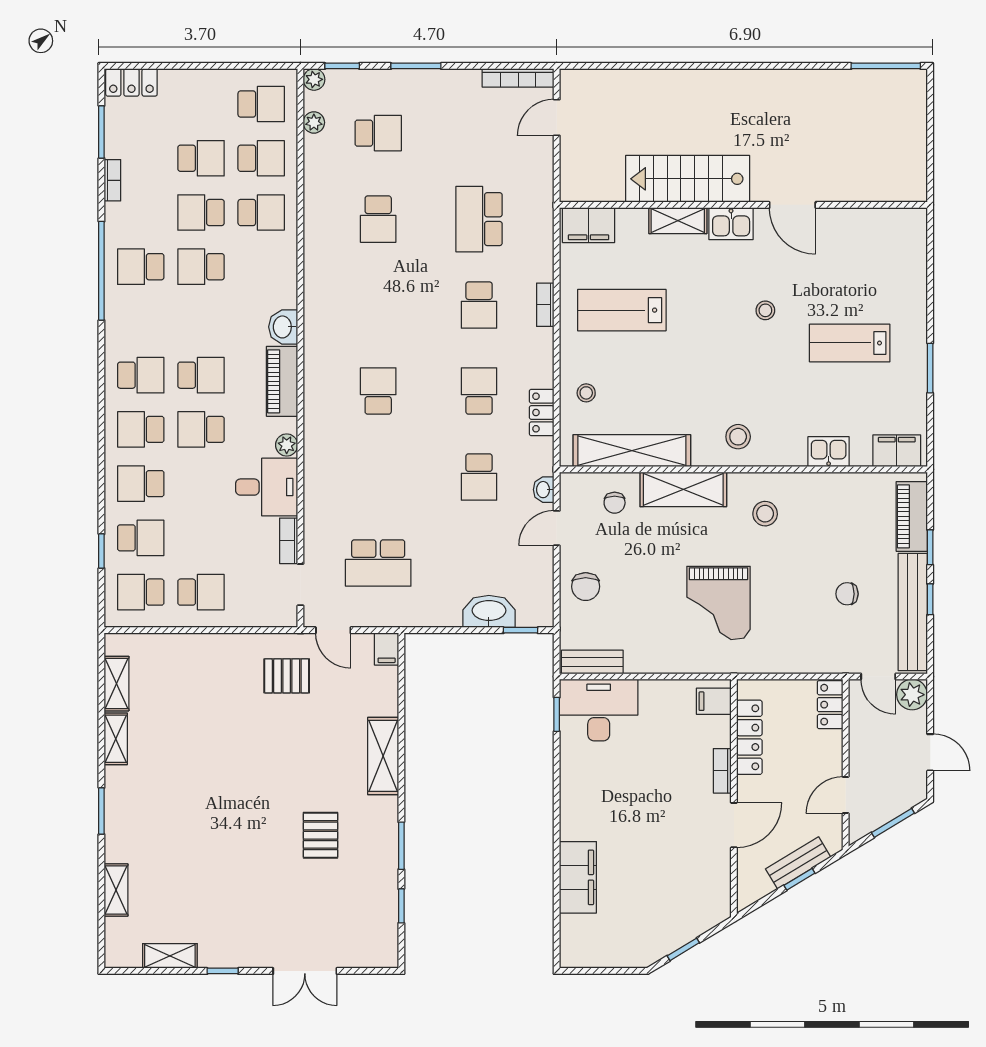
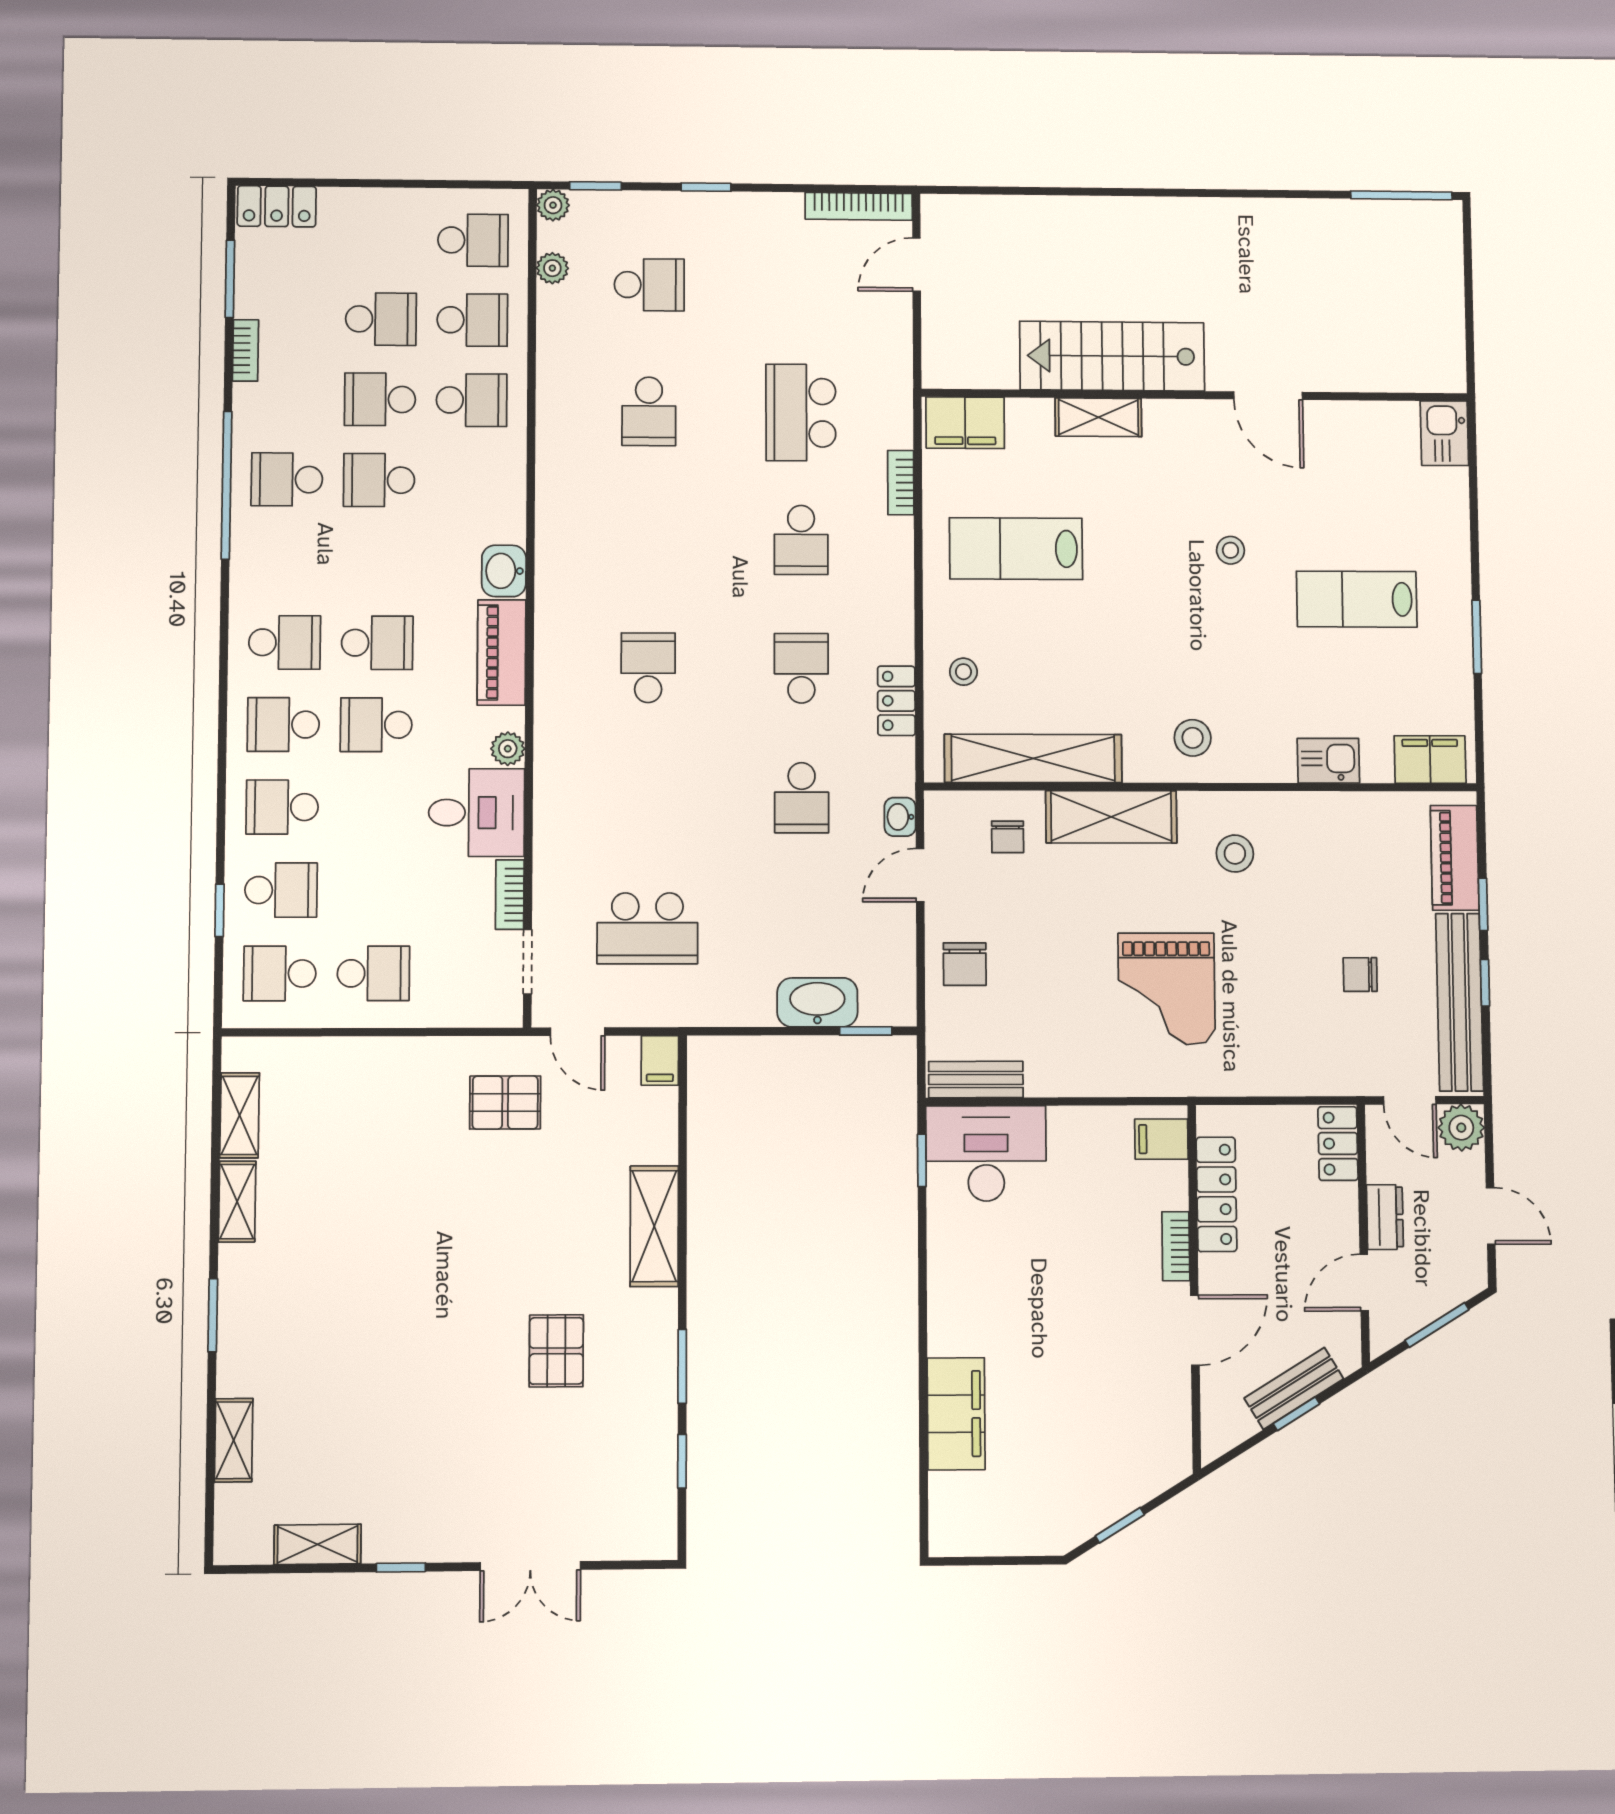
window: (416, 66) -> (706, 187), width x0.67
kitchen sink: (731, 224) -> (1444, 433), moved, turned 90
bookcase: (545, 305) -> (901, 483), moved
dresser: (860, 753) -> (1385, 1217), added

